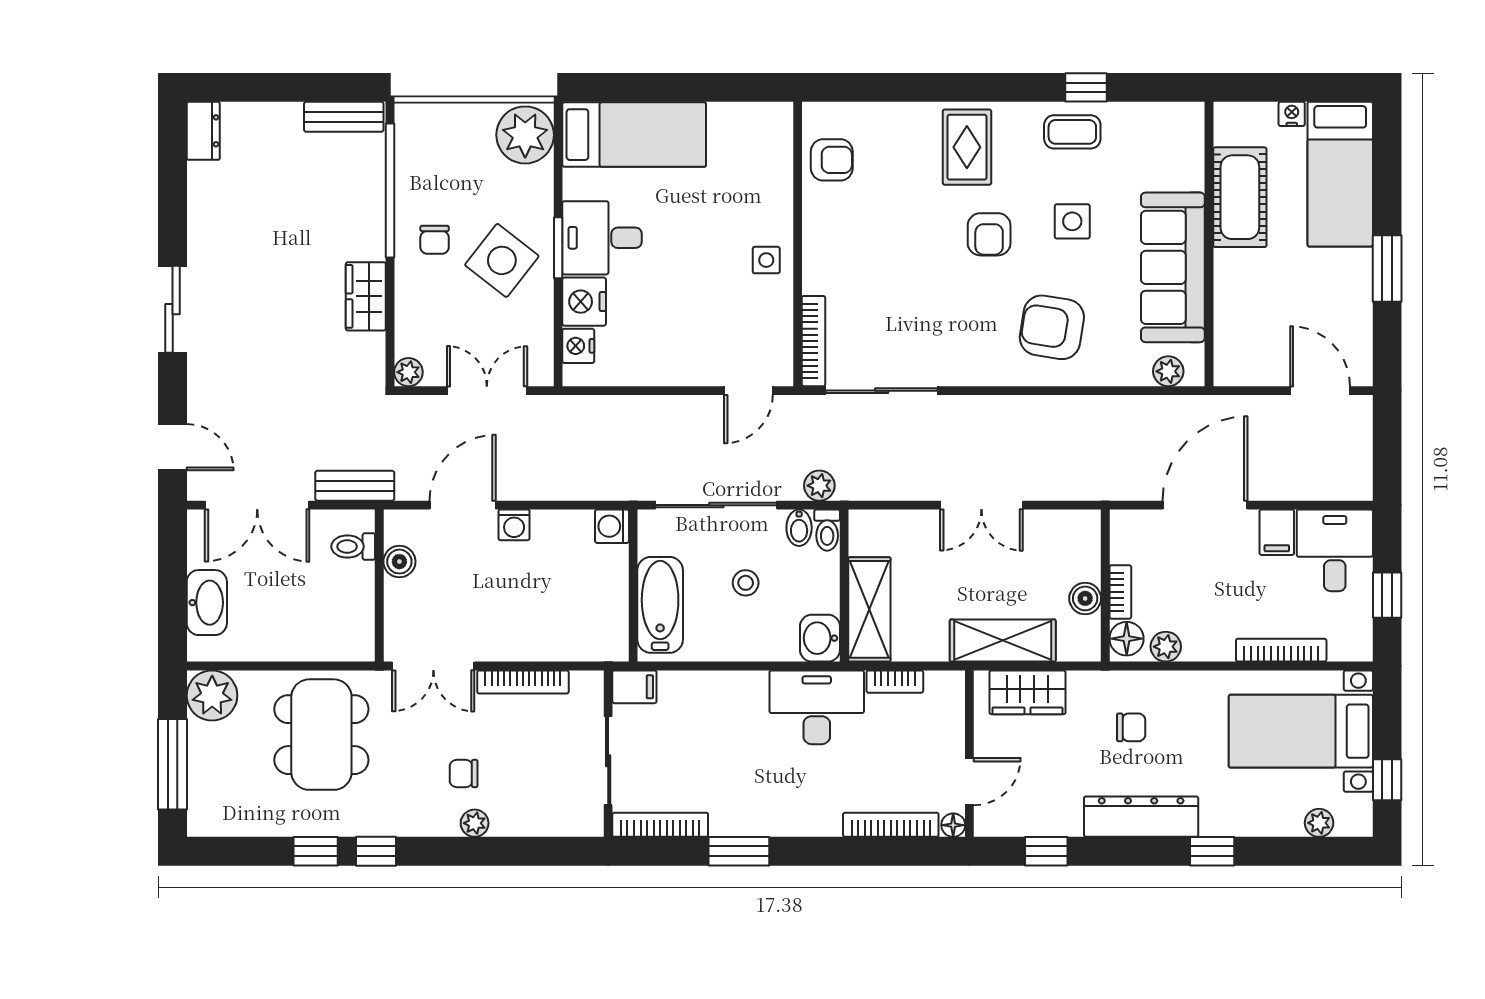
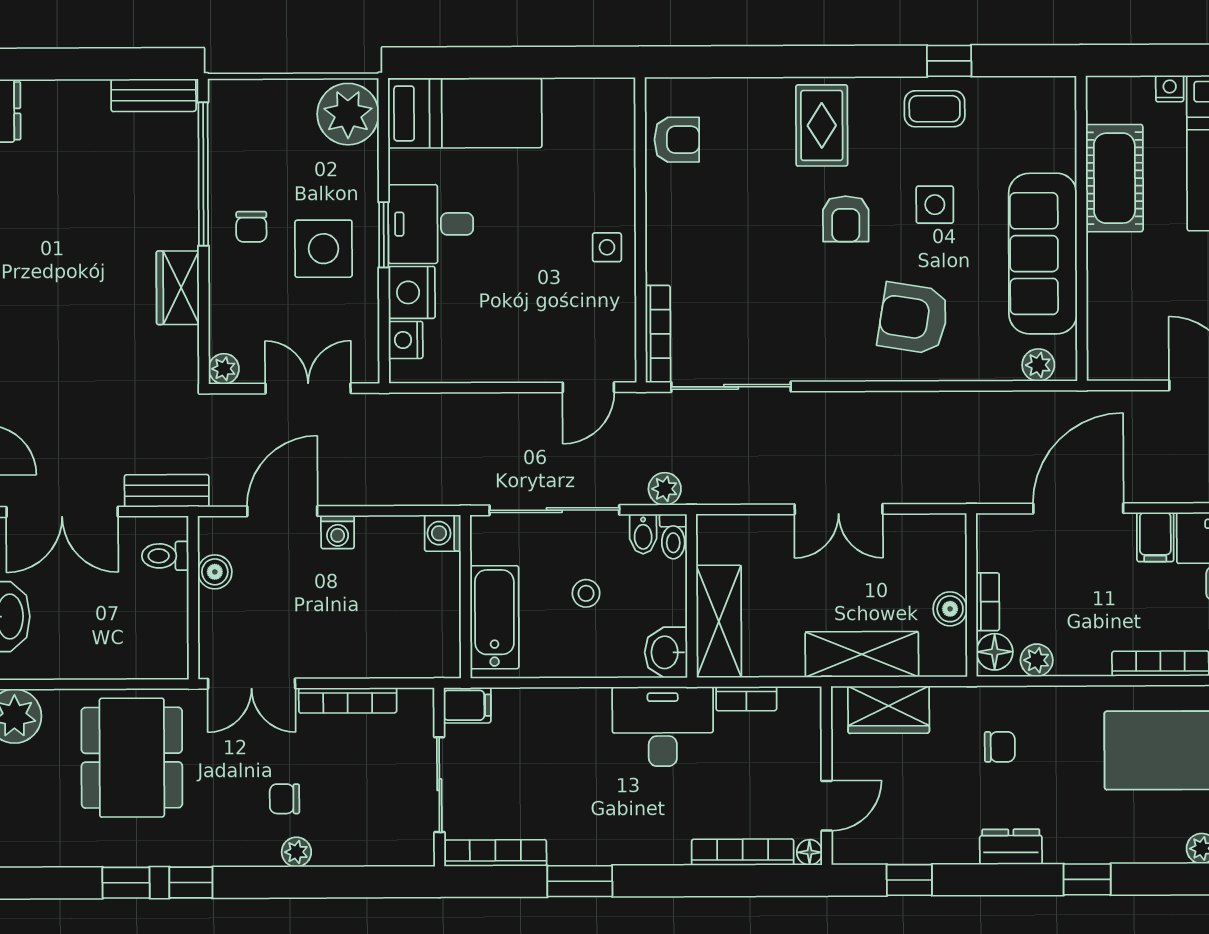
side table: (502, 260) -> (324, 249), turned -38
dresser: (1141, 817) -> (1011, 847), width x0.51, depth x0.80

